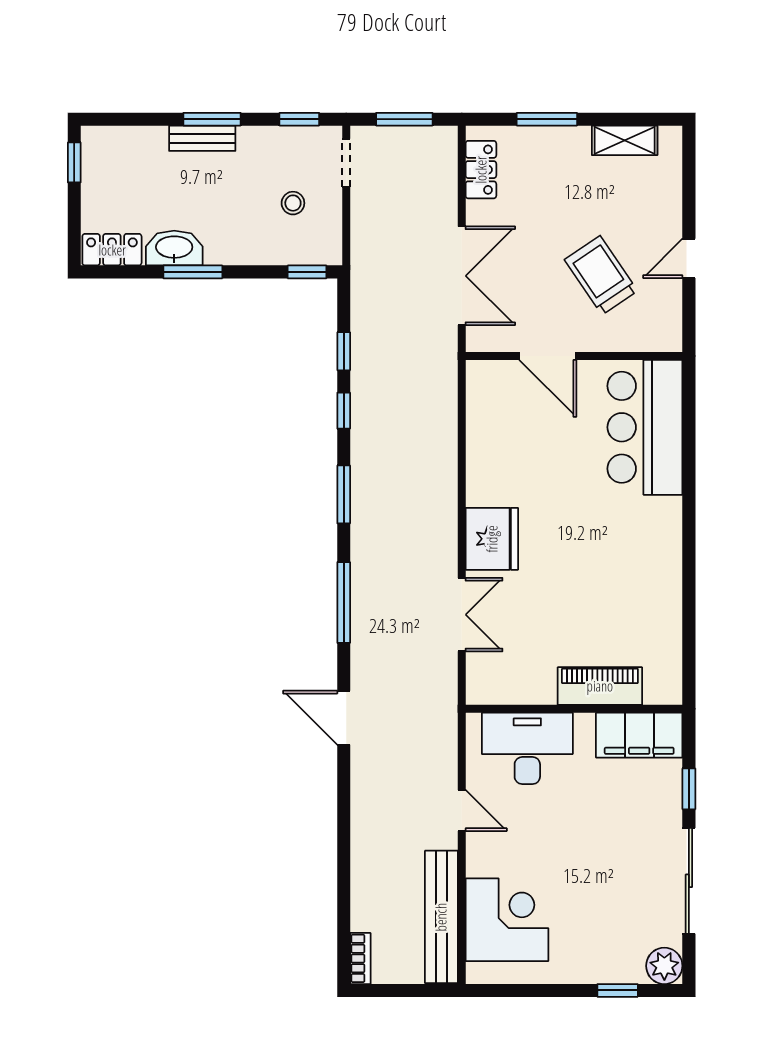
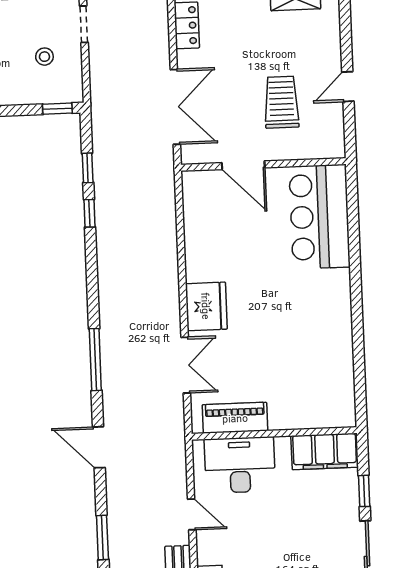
trolley: (601, 275) -> (281, 102), turned 34
window: (344, 494) -> (102, 537), moved
piano: (600, 686) -> (235, 418), moved

